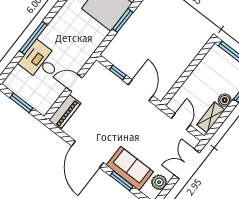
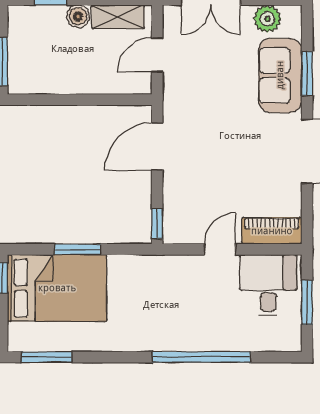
window: (33, 38) -> (201, 357), width x1.46
desk: (40, 61) -> (268, 285), moved, turned 180
window: (118, 73) -> (157, 224), moved
door: (74, 83) -> (220, 249), swing flipped

